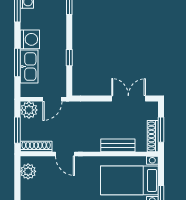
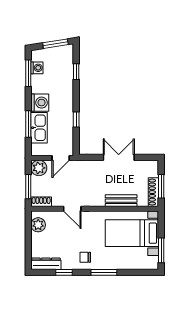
double door: (128, 99) -> (119, 157), moved
shoe rack: (36, 146) -> (41, 202), width x0.70

